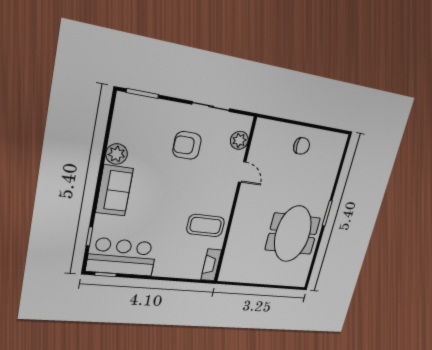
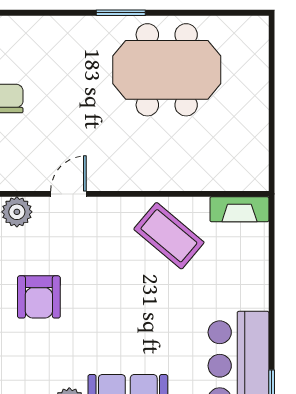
coffee table: (206, 226) -> (169, 236), turned -50

